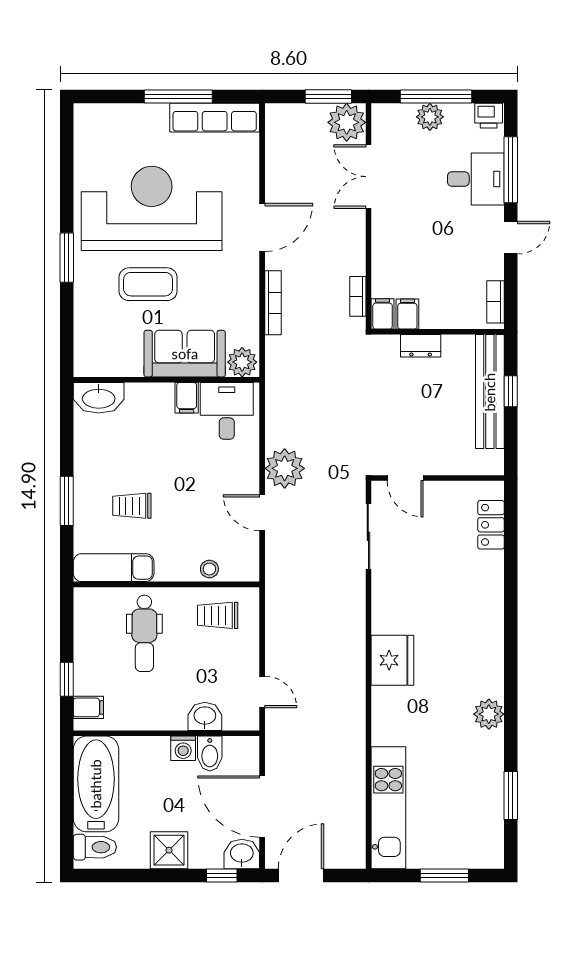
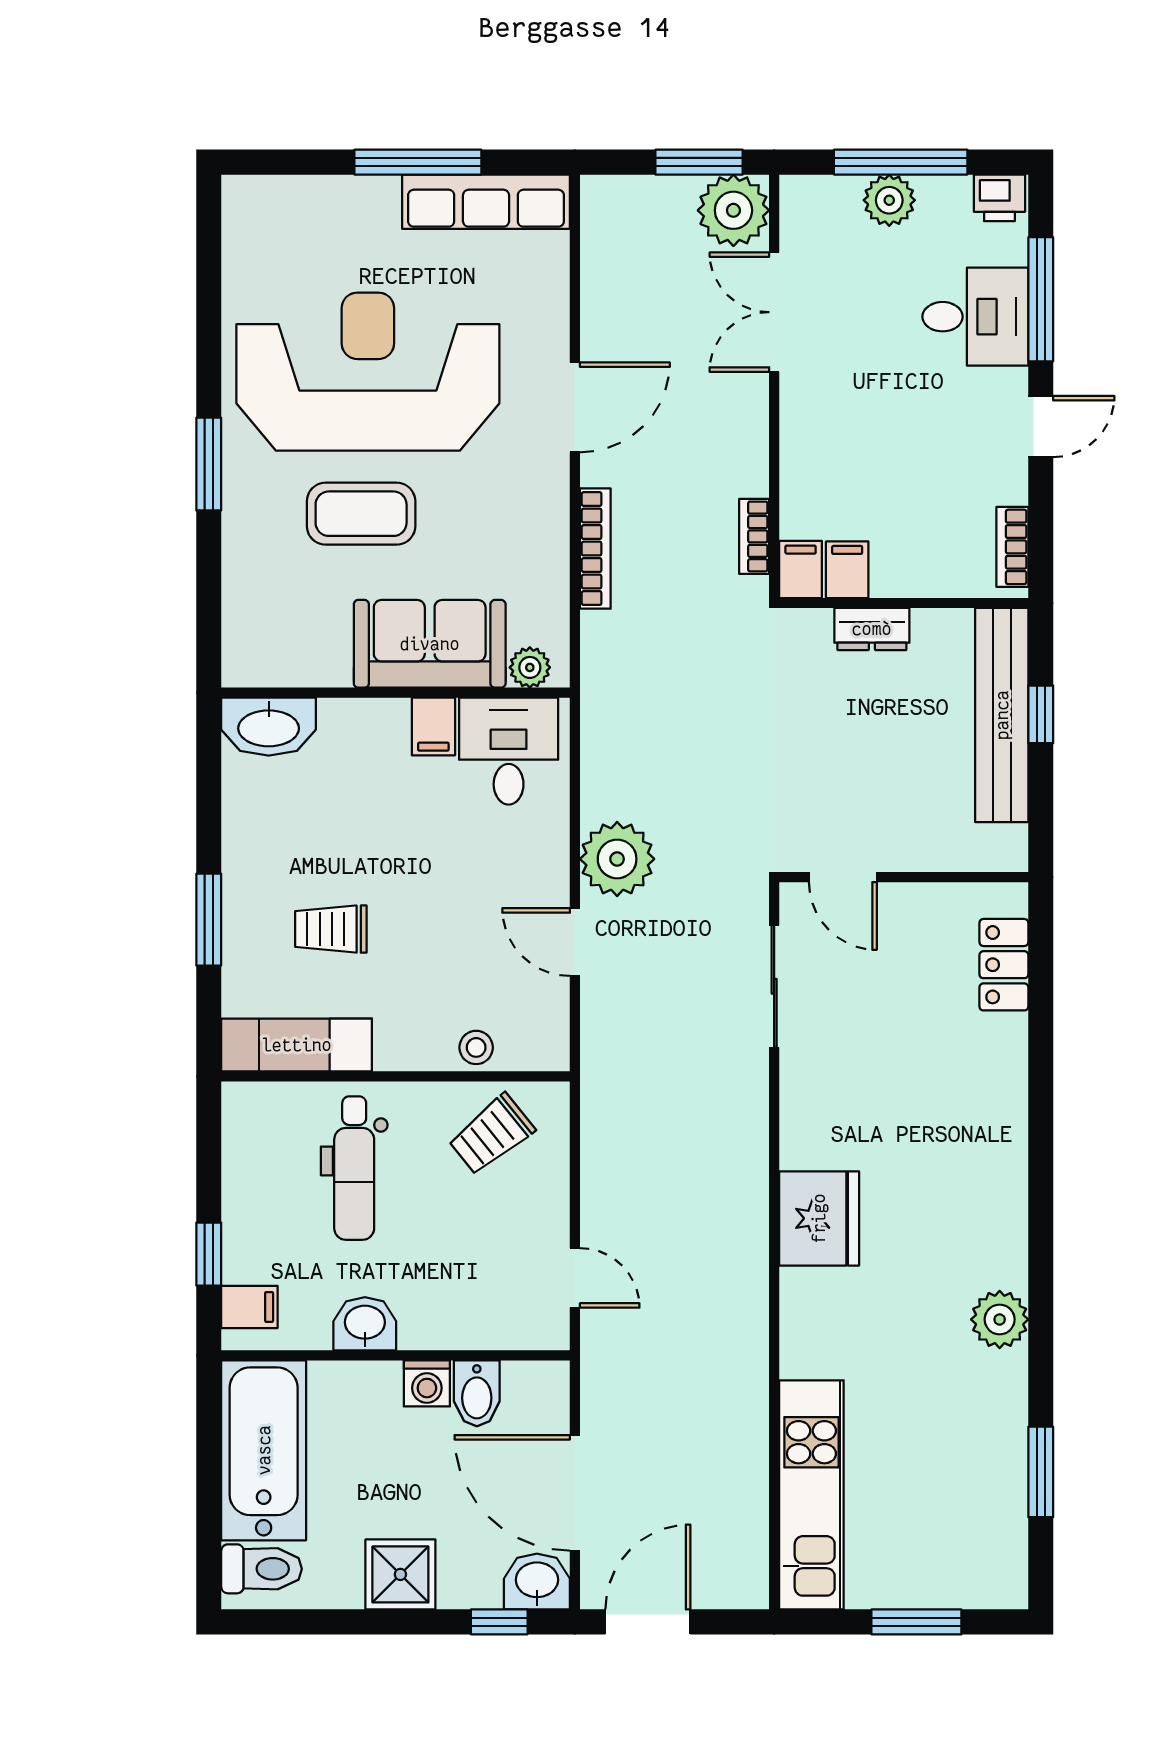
plant: (242, 362) -> (530, 667), width x0.73, depth x0.73
trolley: (218, 615) -> (492, 1134), turned -39
washbasin: (205, 716) -> (365, 1324), moved

